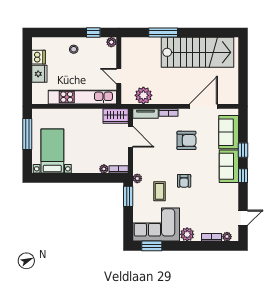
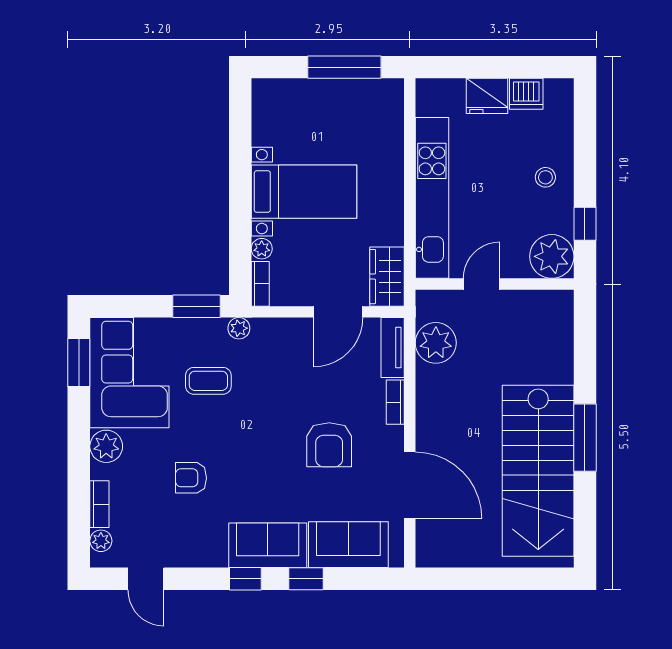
window: (163, 33) -> (585, 438), moved
plant: (111, 42) -> (552, 256), width x1.88, depth x1.88
bed with nightstands: (52, 151) -> (304, 192), moved
armchair: (184, 181) -> (191, 478), moved

